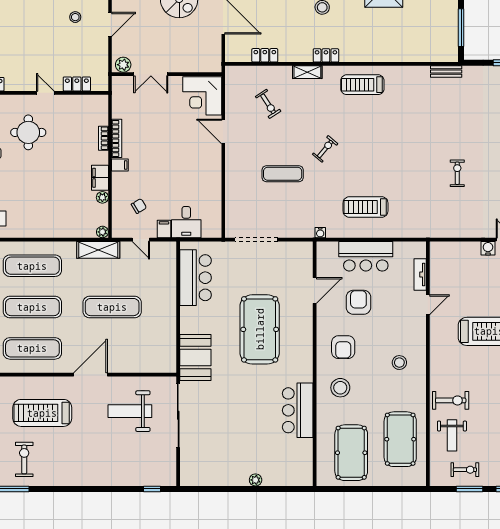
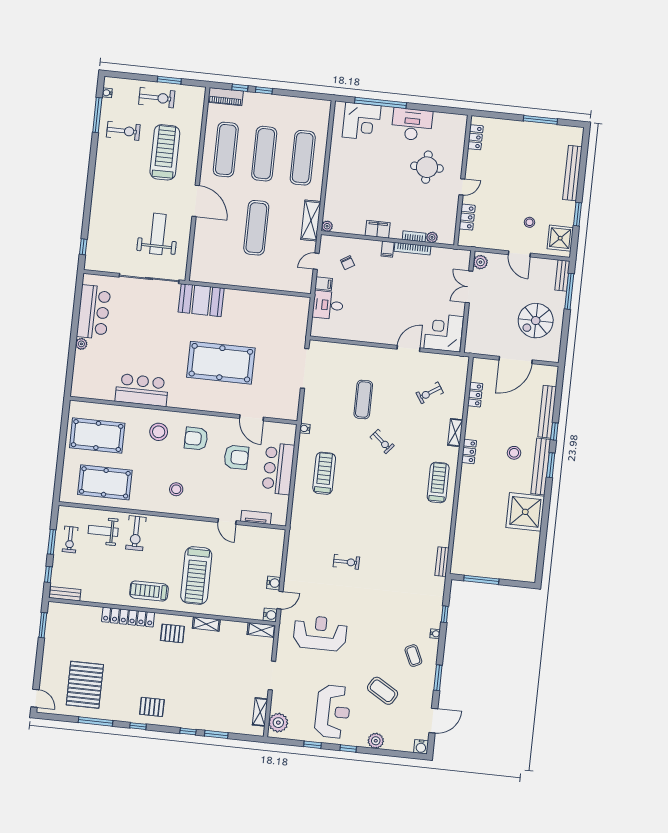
plant: (102, 197) -> (432, 237), moved
bar counter: (196, 278) -> (94, 312), moved, turned -90

